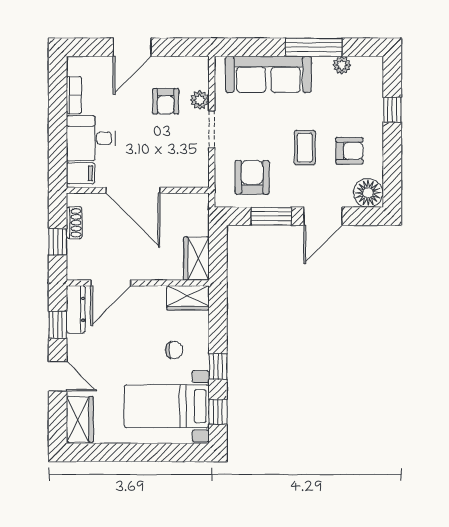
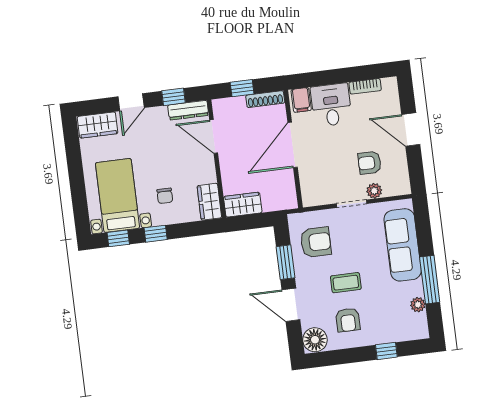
shoe rack: (74, 223) -> (265, 99), width x1.43

